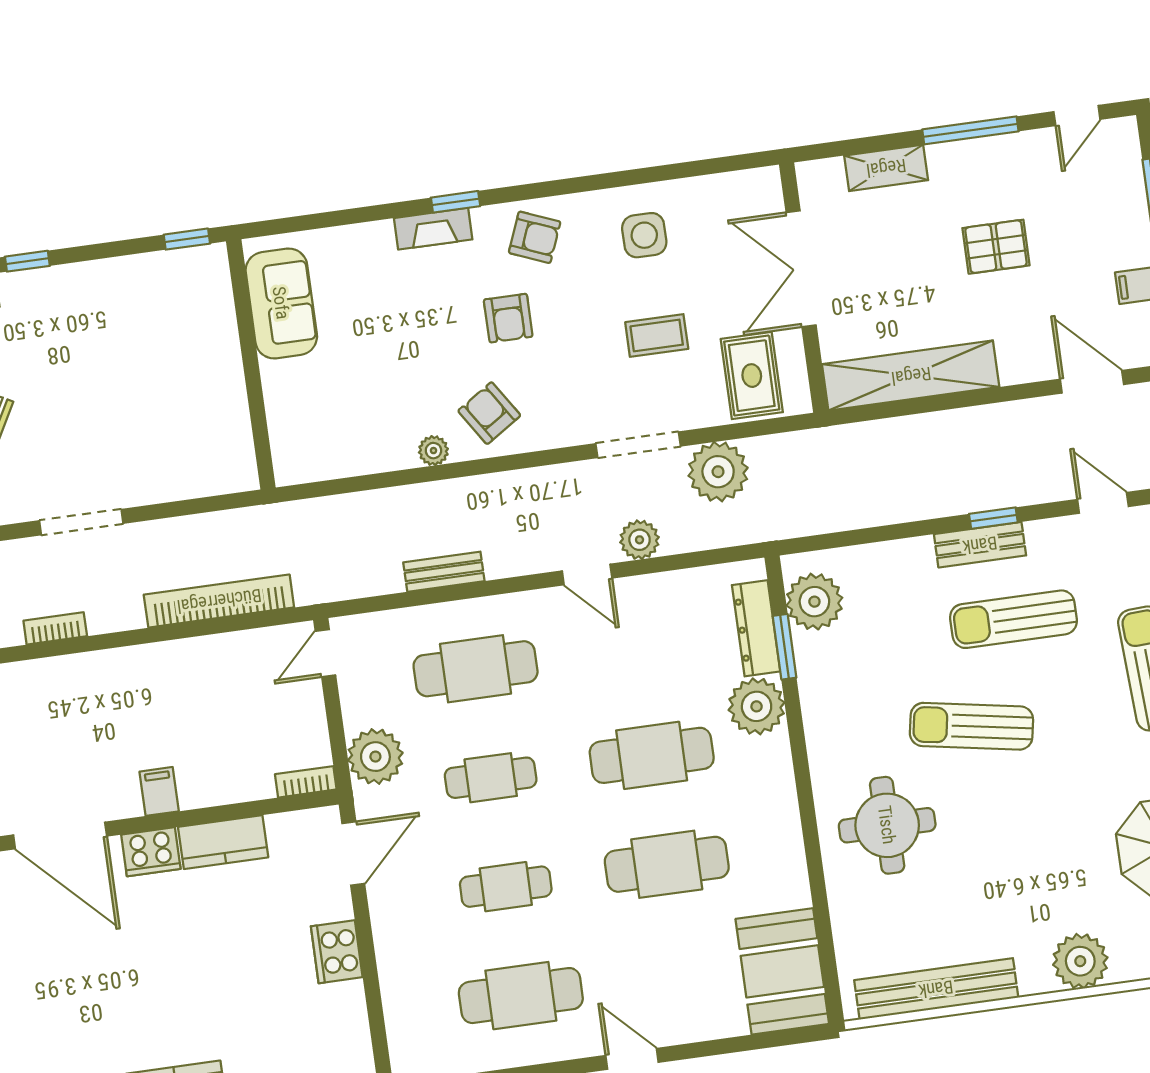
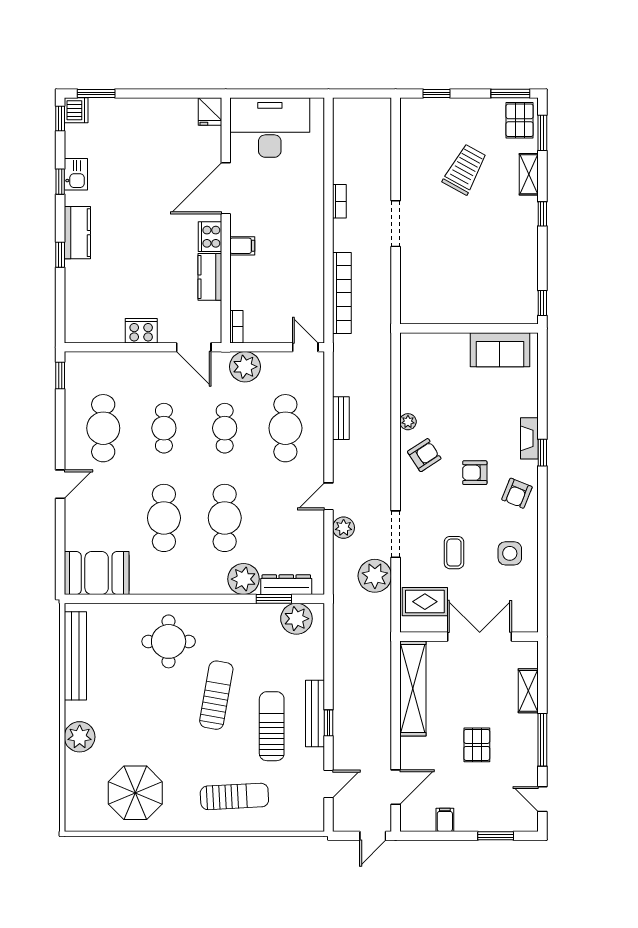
bench: (980, 545) -> (315, 714), width x1.36

